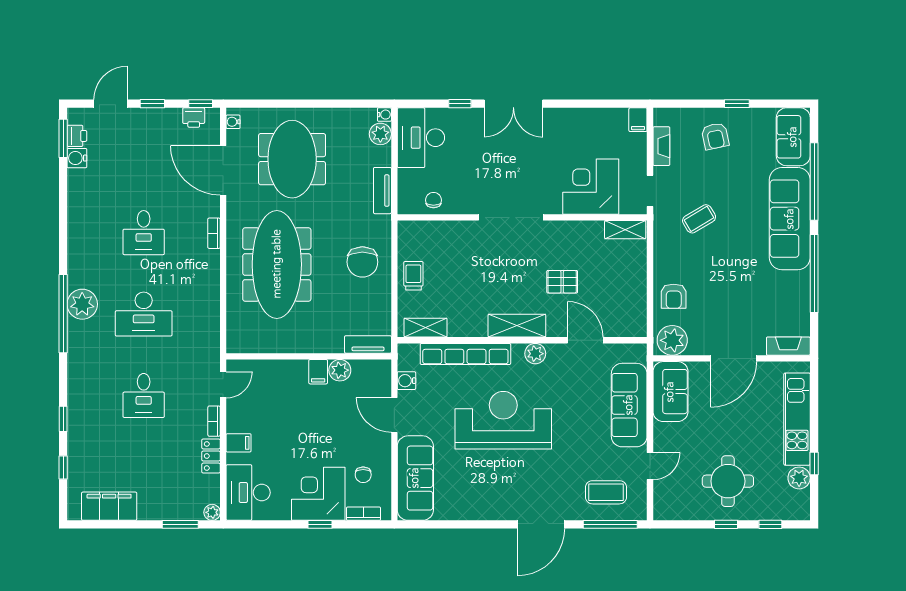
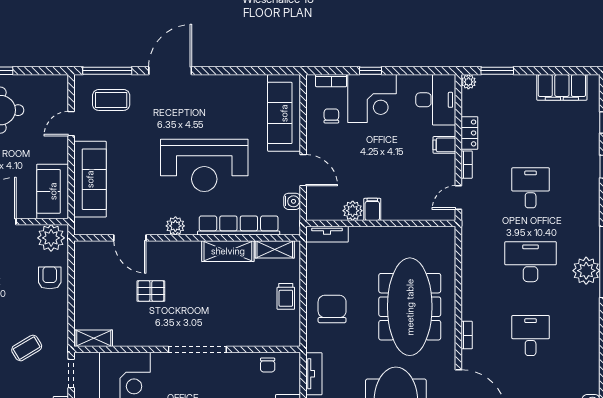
shelving: (517, 326) -> (228, 251), moved

